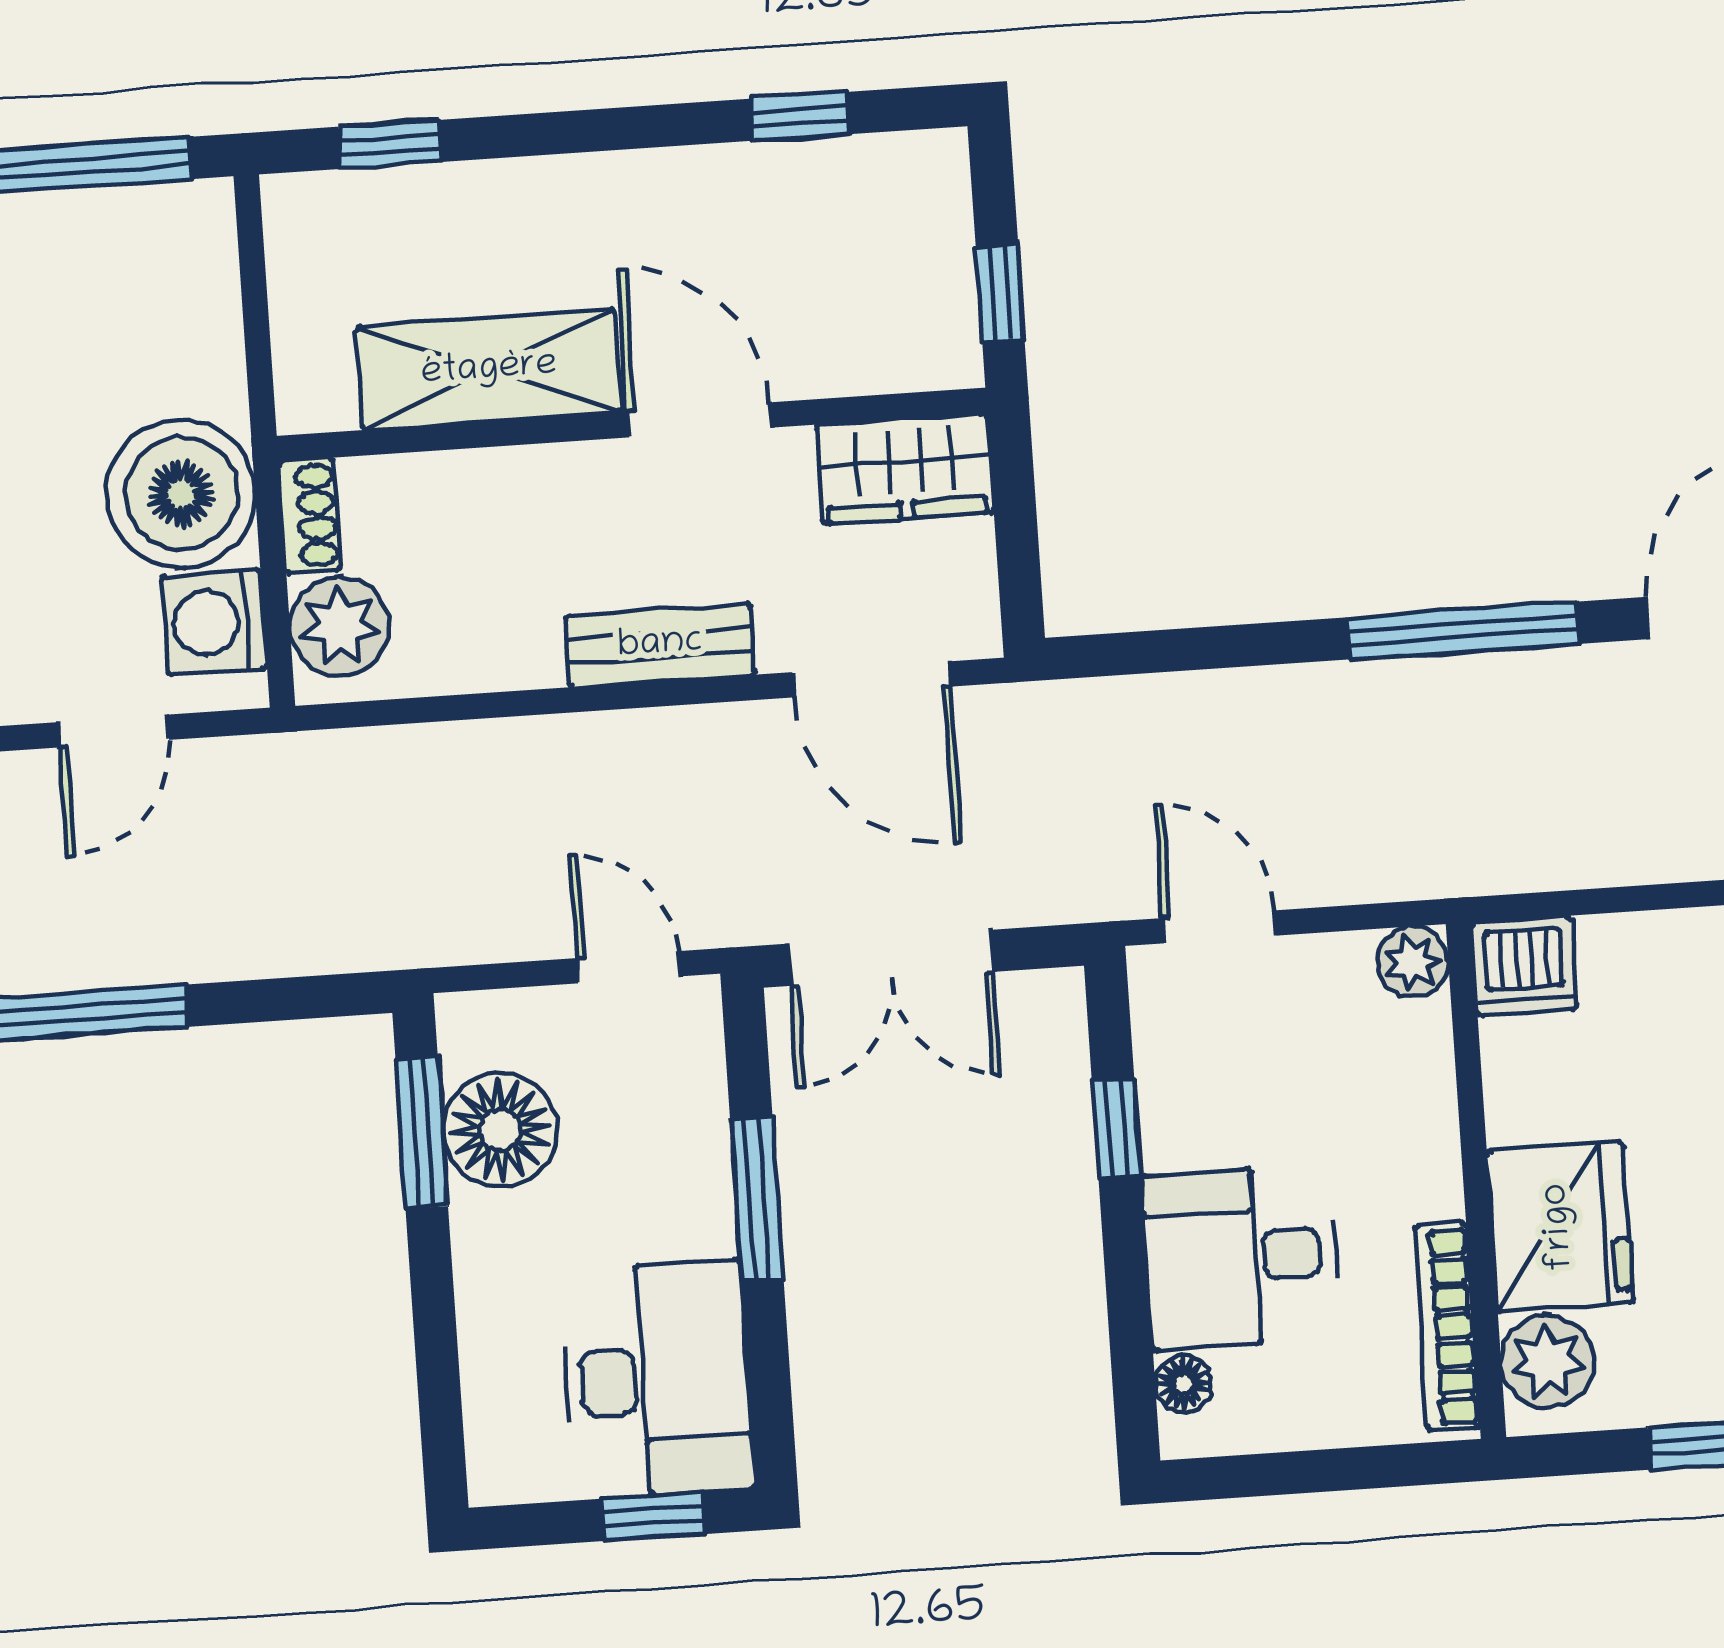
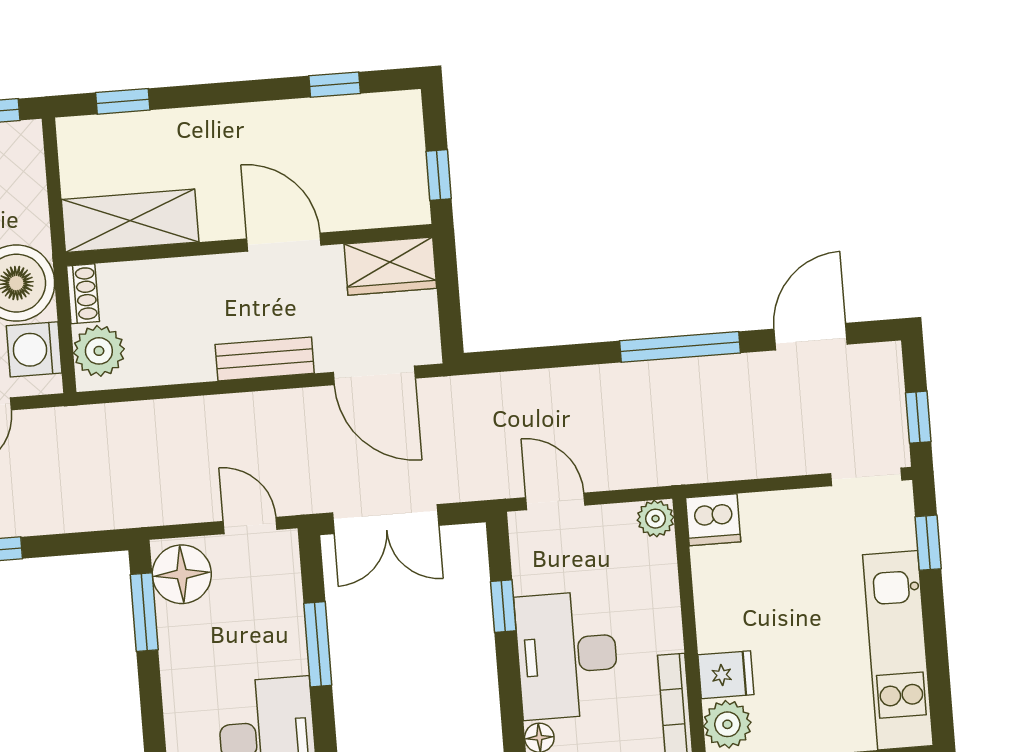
shelving: (489, 370) -> (130, 221), moved
floor lamp: (500, 1130) -> (182, 574), moved
fridge: (1560, 1227) -> (726, 675), width x0.53, depth x0.75
desk: (1241, 1257) -> (567, 655), width x1.37

